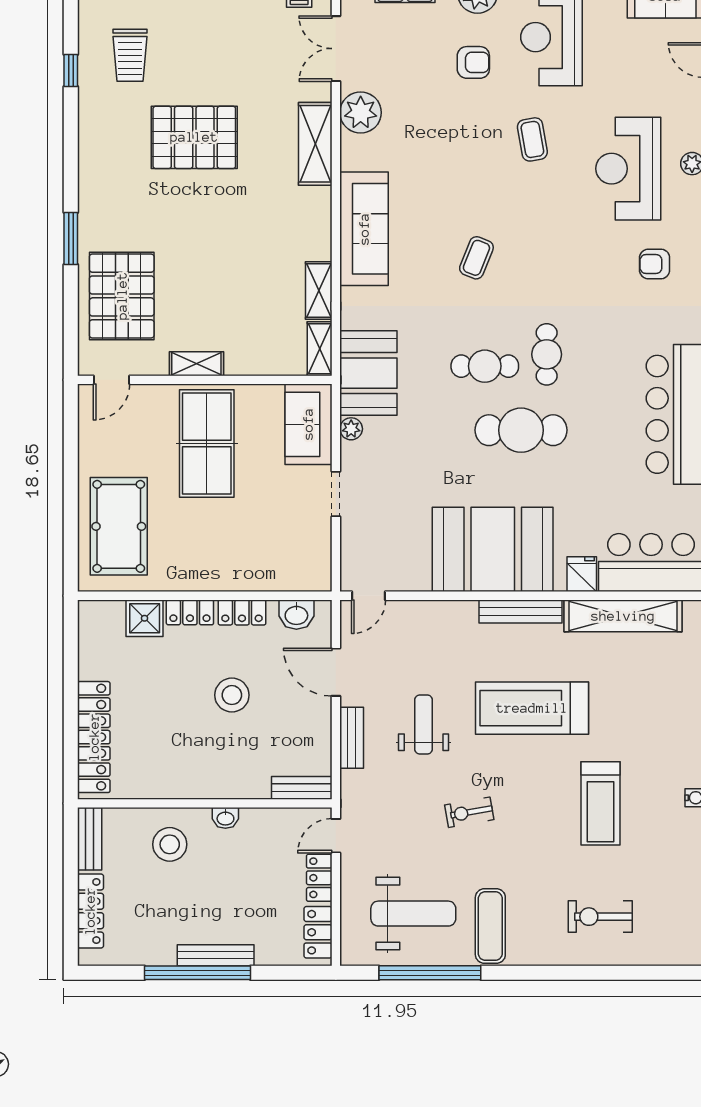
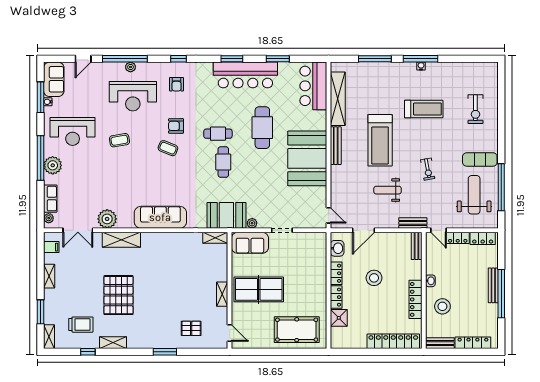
armchair: (473, 62) -> (176, 126), moved, turned -90
coffee table: (476, 258) -> (168, 148), moved
shelving: (319, 291) -> (113, 343), moved
pallet: (122, 296) -> (191, 328), width x0.49, depth x0.50
cafe table: (521, 430) -> (262, 128), moved
fridge: (582, 574) -> (319, 118), removed
bench: (352, 738) -> (413, 223), moved
locker: (185, 785) -> (415, 299), added

